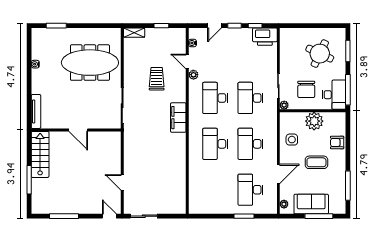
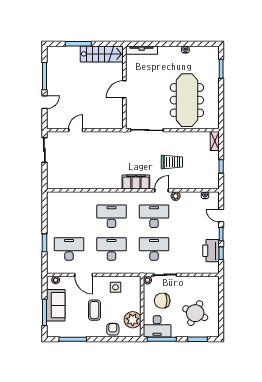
printer: (265, 37) -> (211, 251), moved
door: (187, 62) -> (162, 190), moved
plant: (314, 121) -> (133, 320), moved
door: (109, 216) -> (44, 102), moved

